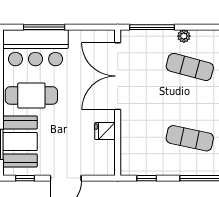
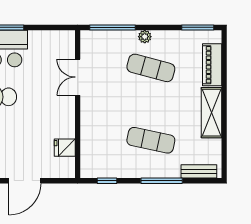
double door: (118, 76) -> (78, 77), width x0.54
fridge: (105, 131) -> (65, 148), moved

